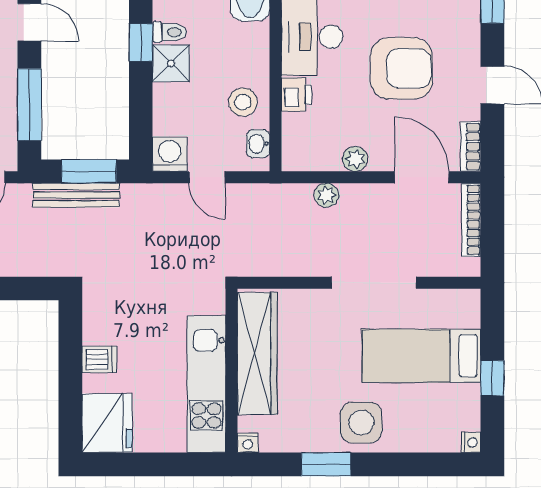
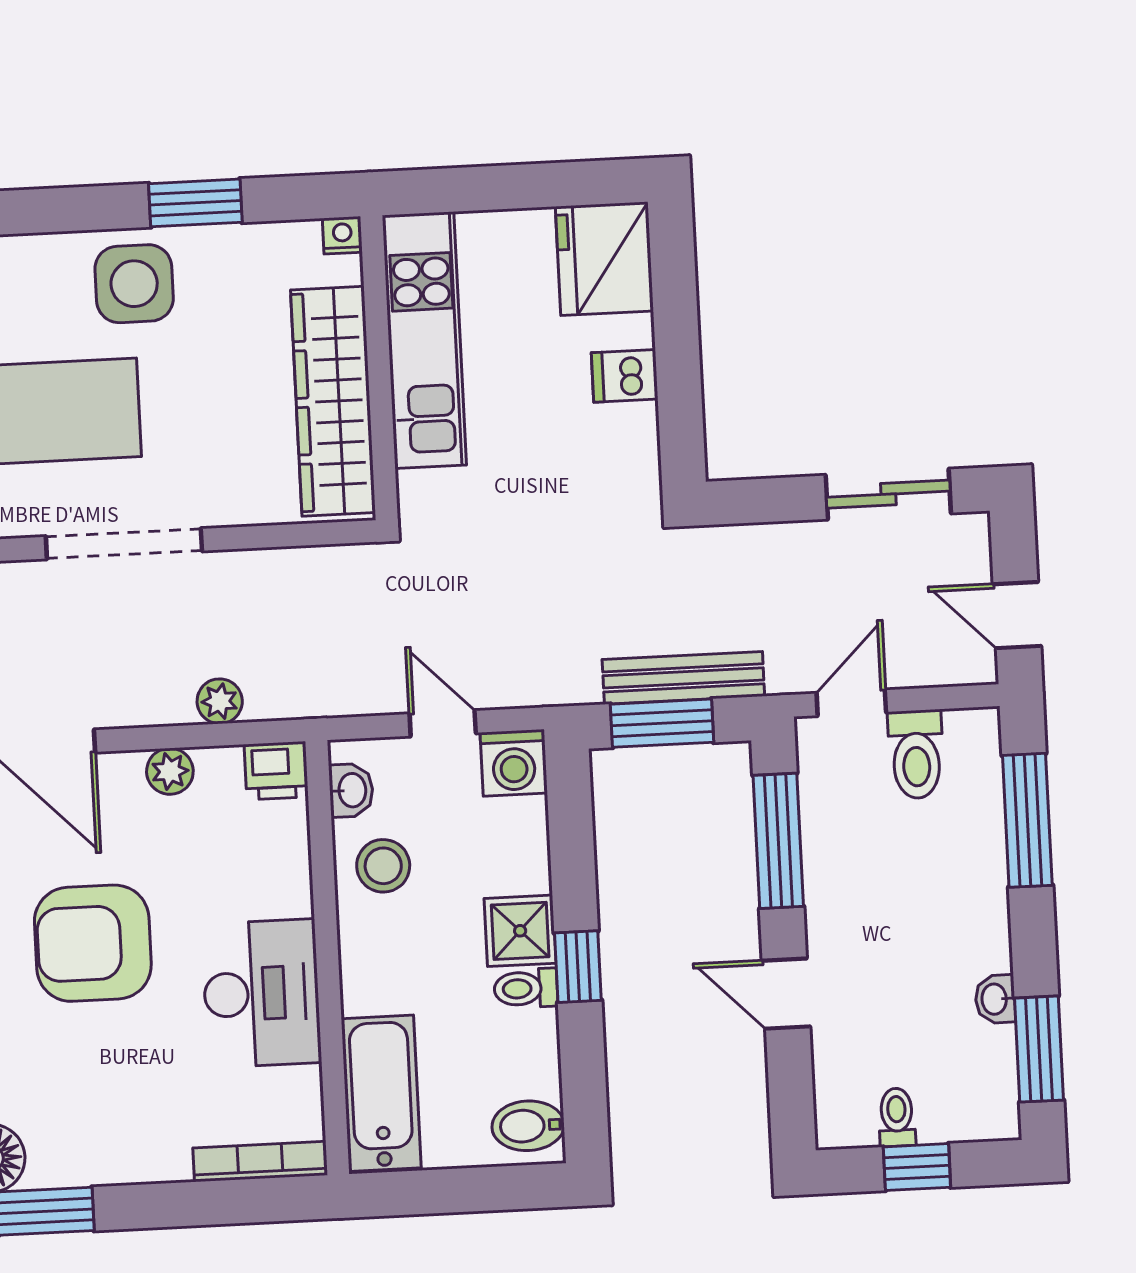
printer: (296, 95) -> (276, 771), moved, turned -90

